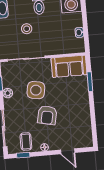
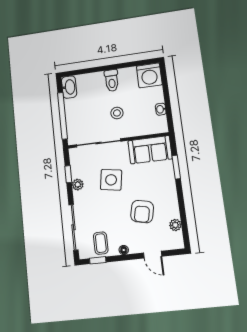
stool: (27, 29) -> (117, 113), moved
armchair: (47, 115) -> (142, 212), moved
plant: (87, 128) -> (175, 225), added

